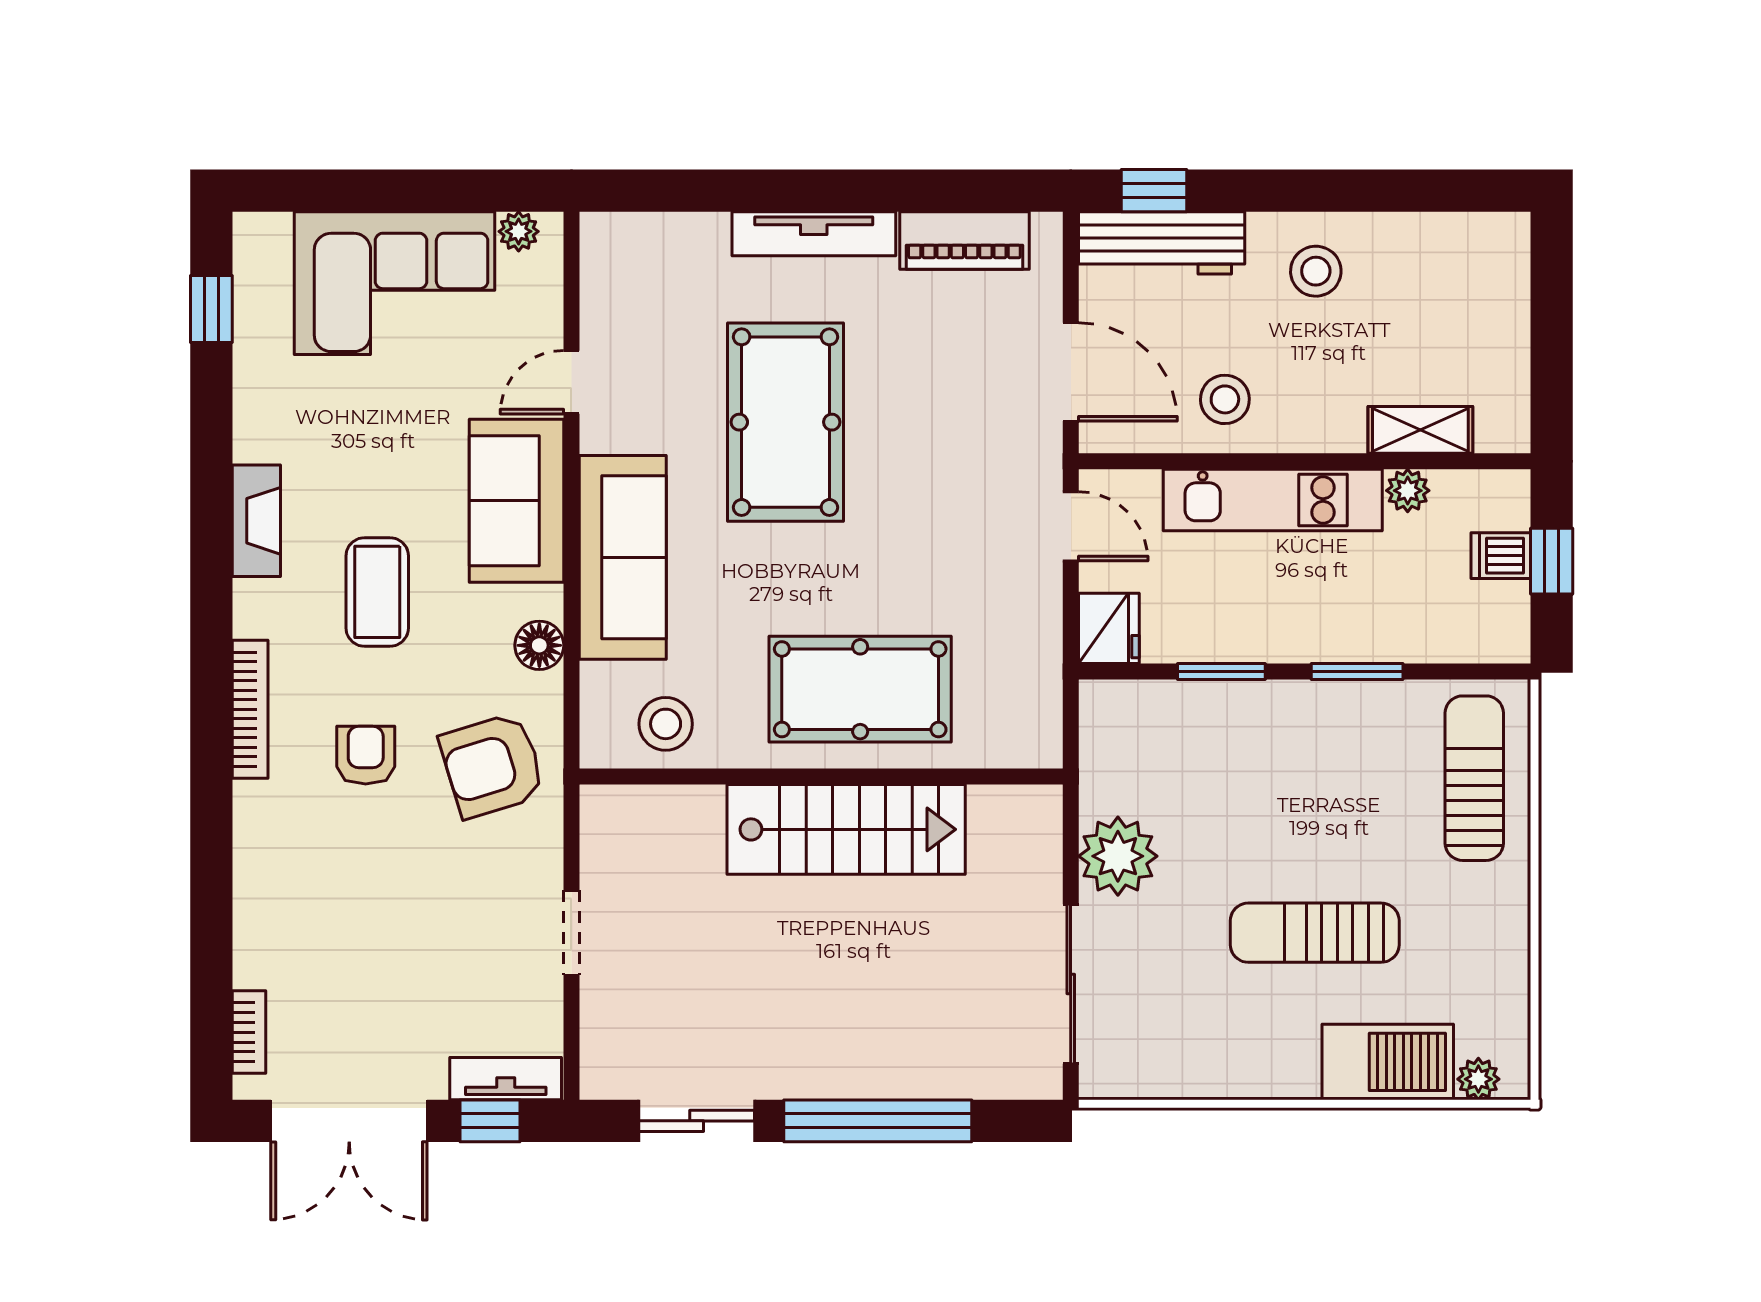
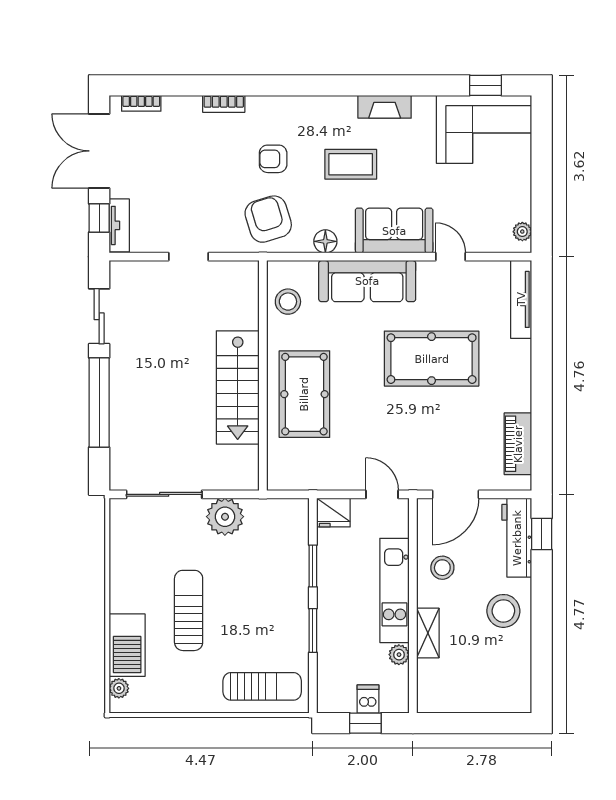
tv unit: (814, 234) -> (521, 299), moved
stool: (1316, 271) -> (503, 611), width x1.38, depth x1.38
corner sofa: (395, 283) -> (484, 129), moved, turned -90
shelving: (1420, 430) -> (428, 633), moved
door: (1071, 526) -> (382, 494), swing flipped
bookcase: (250, 709) -> (224, 104), moved, width x0.64
armchair: (366, 755) -> (273, 159), turned 180

